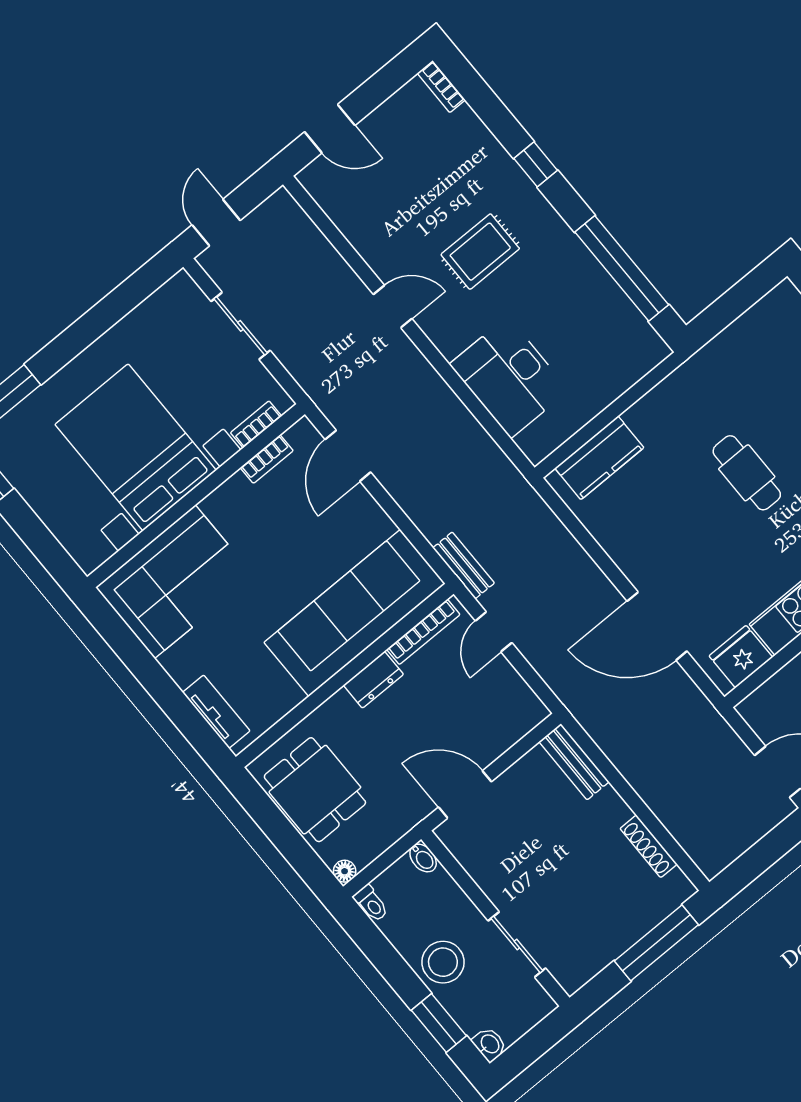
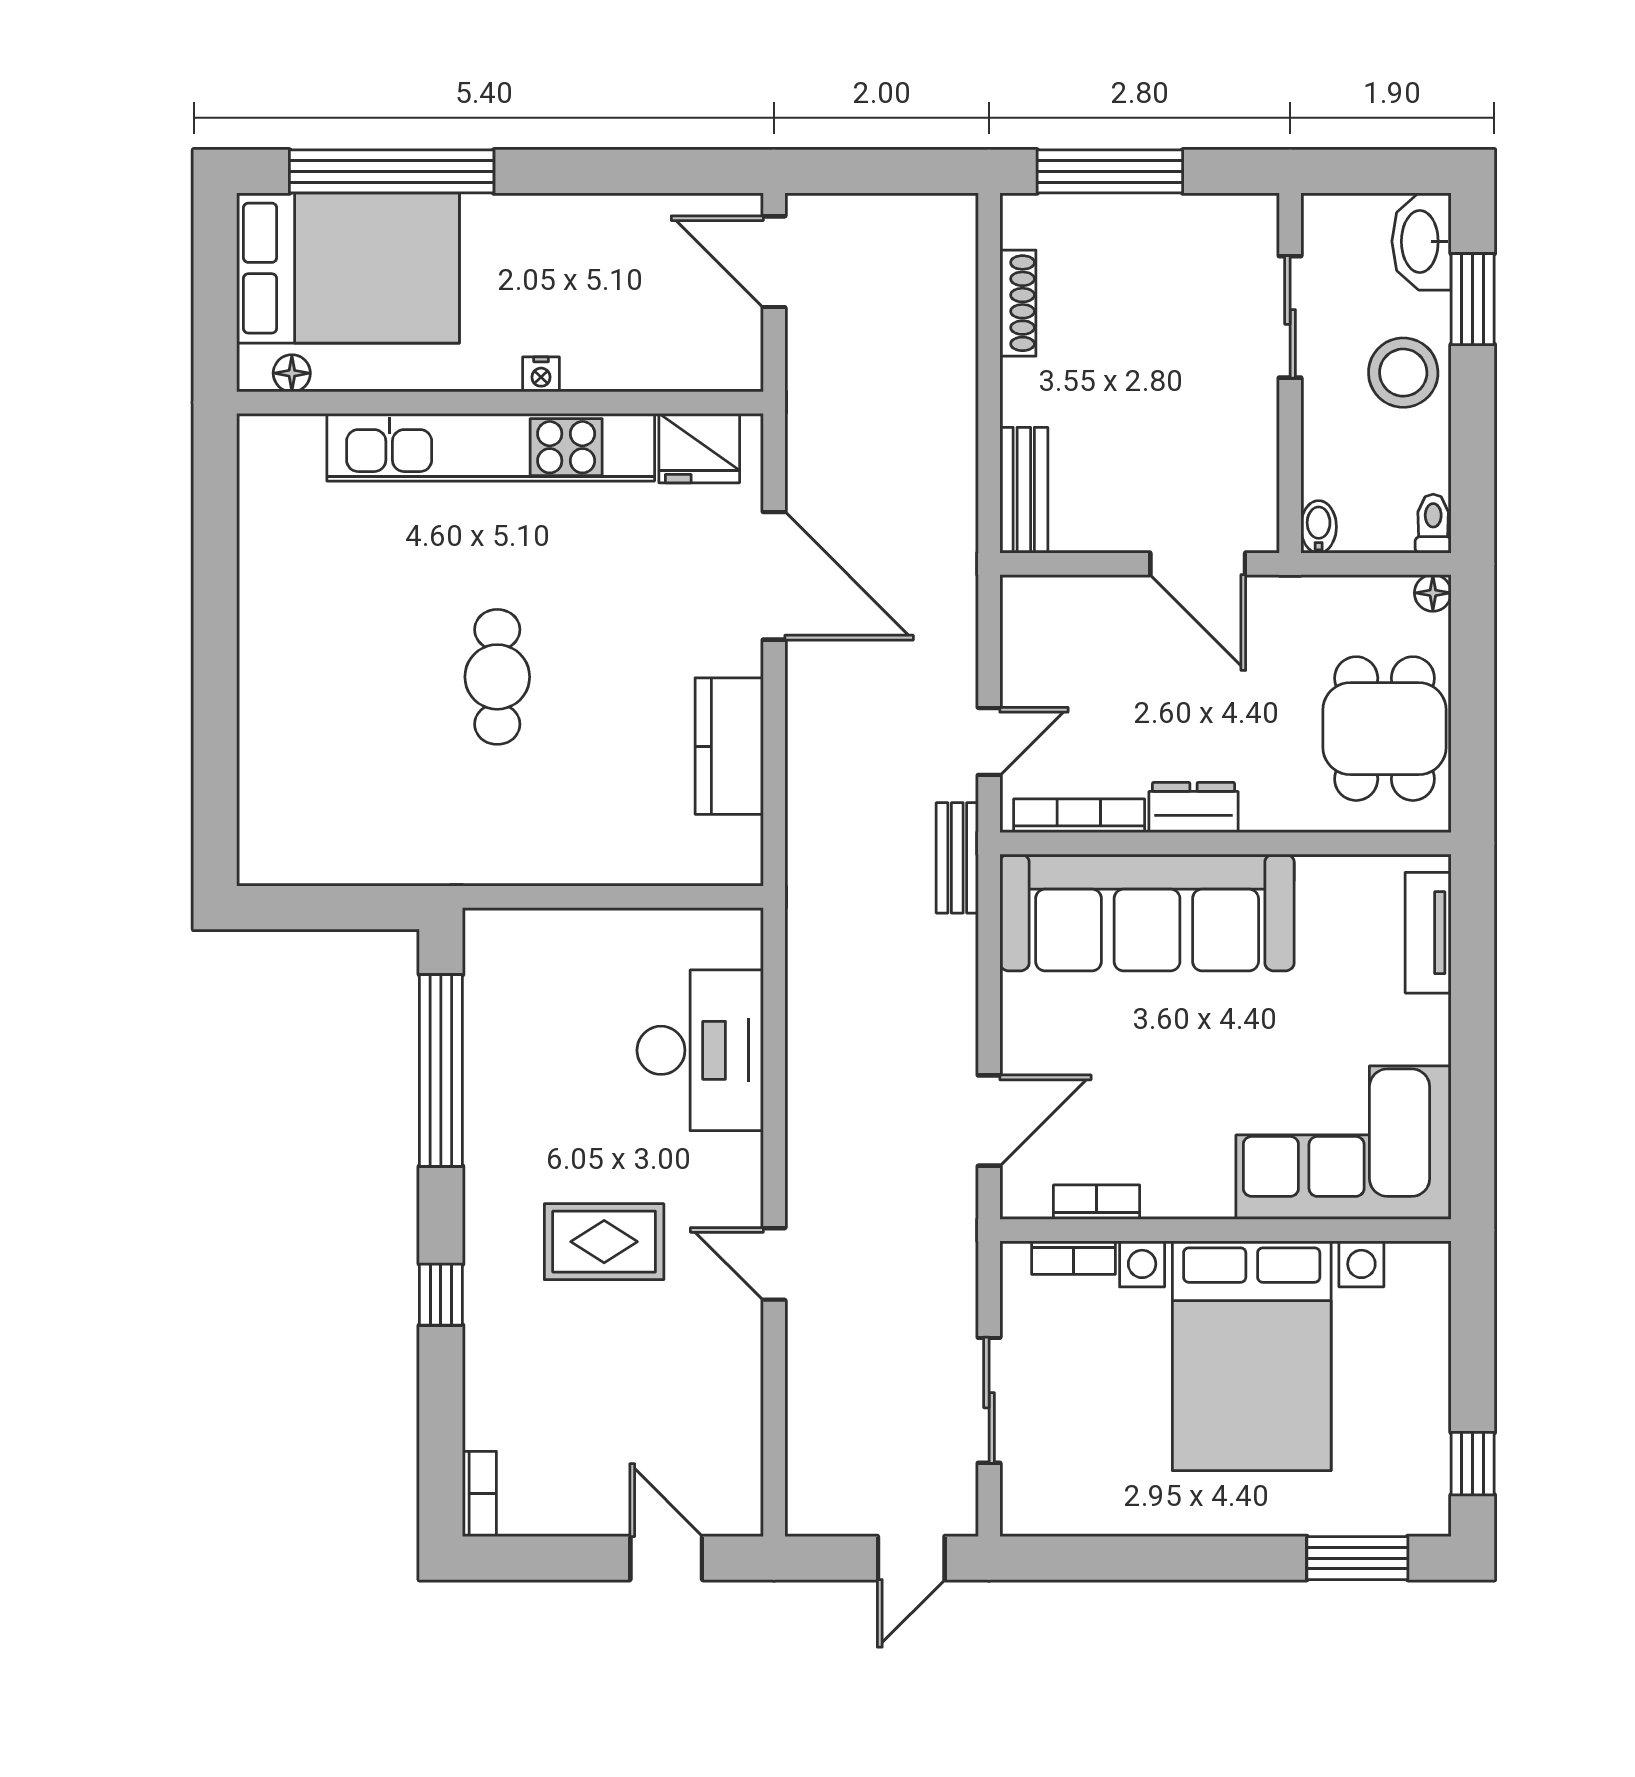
kitchen counter: (599, 458) -> (729, 746), moved, turned -90
washbasin: (489, 1044) -> (1422, 241), width x1.91, depth x1.45

